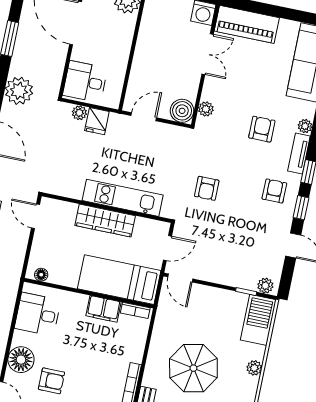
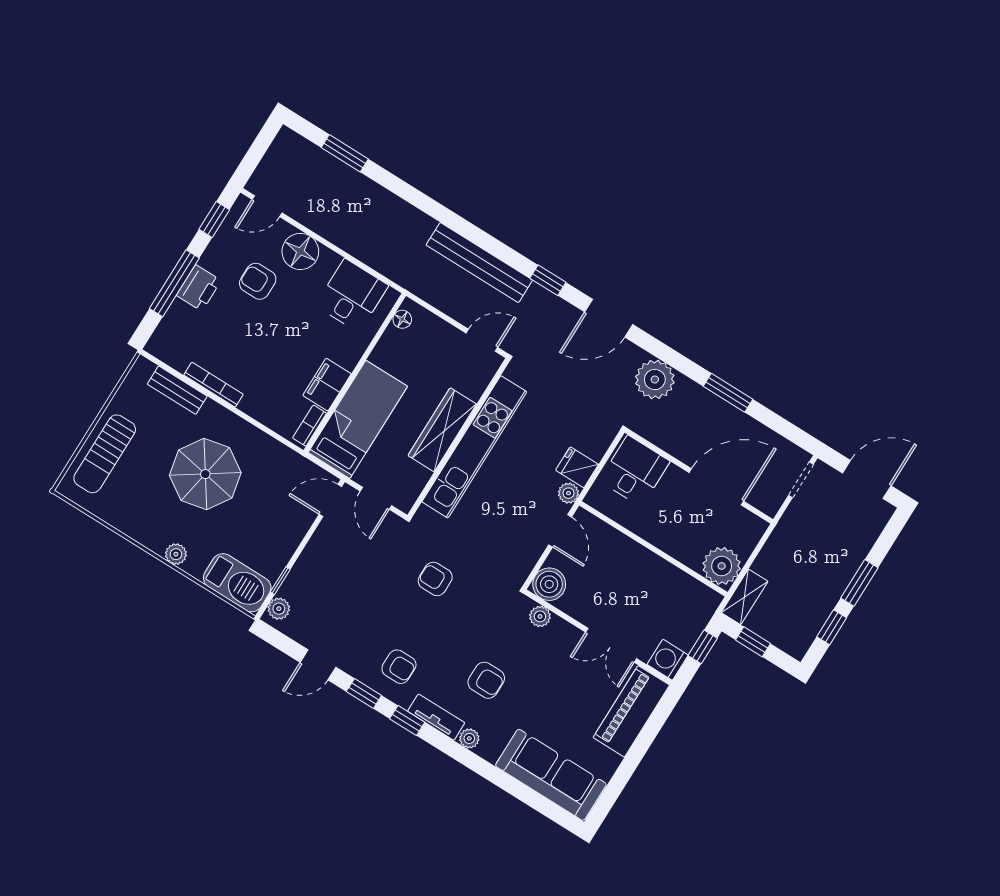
plant: (79, 113) -> (568, 493), moved
kitchen unit: (123, 198) -> (474, 447), width x1.36
armchair: (51, 381) -> (258, 281), turned 90

